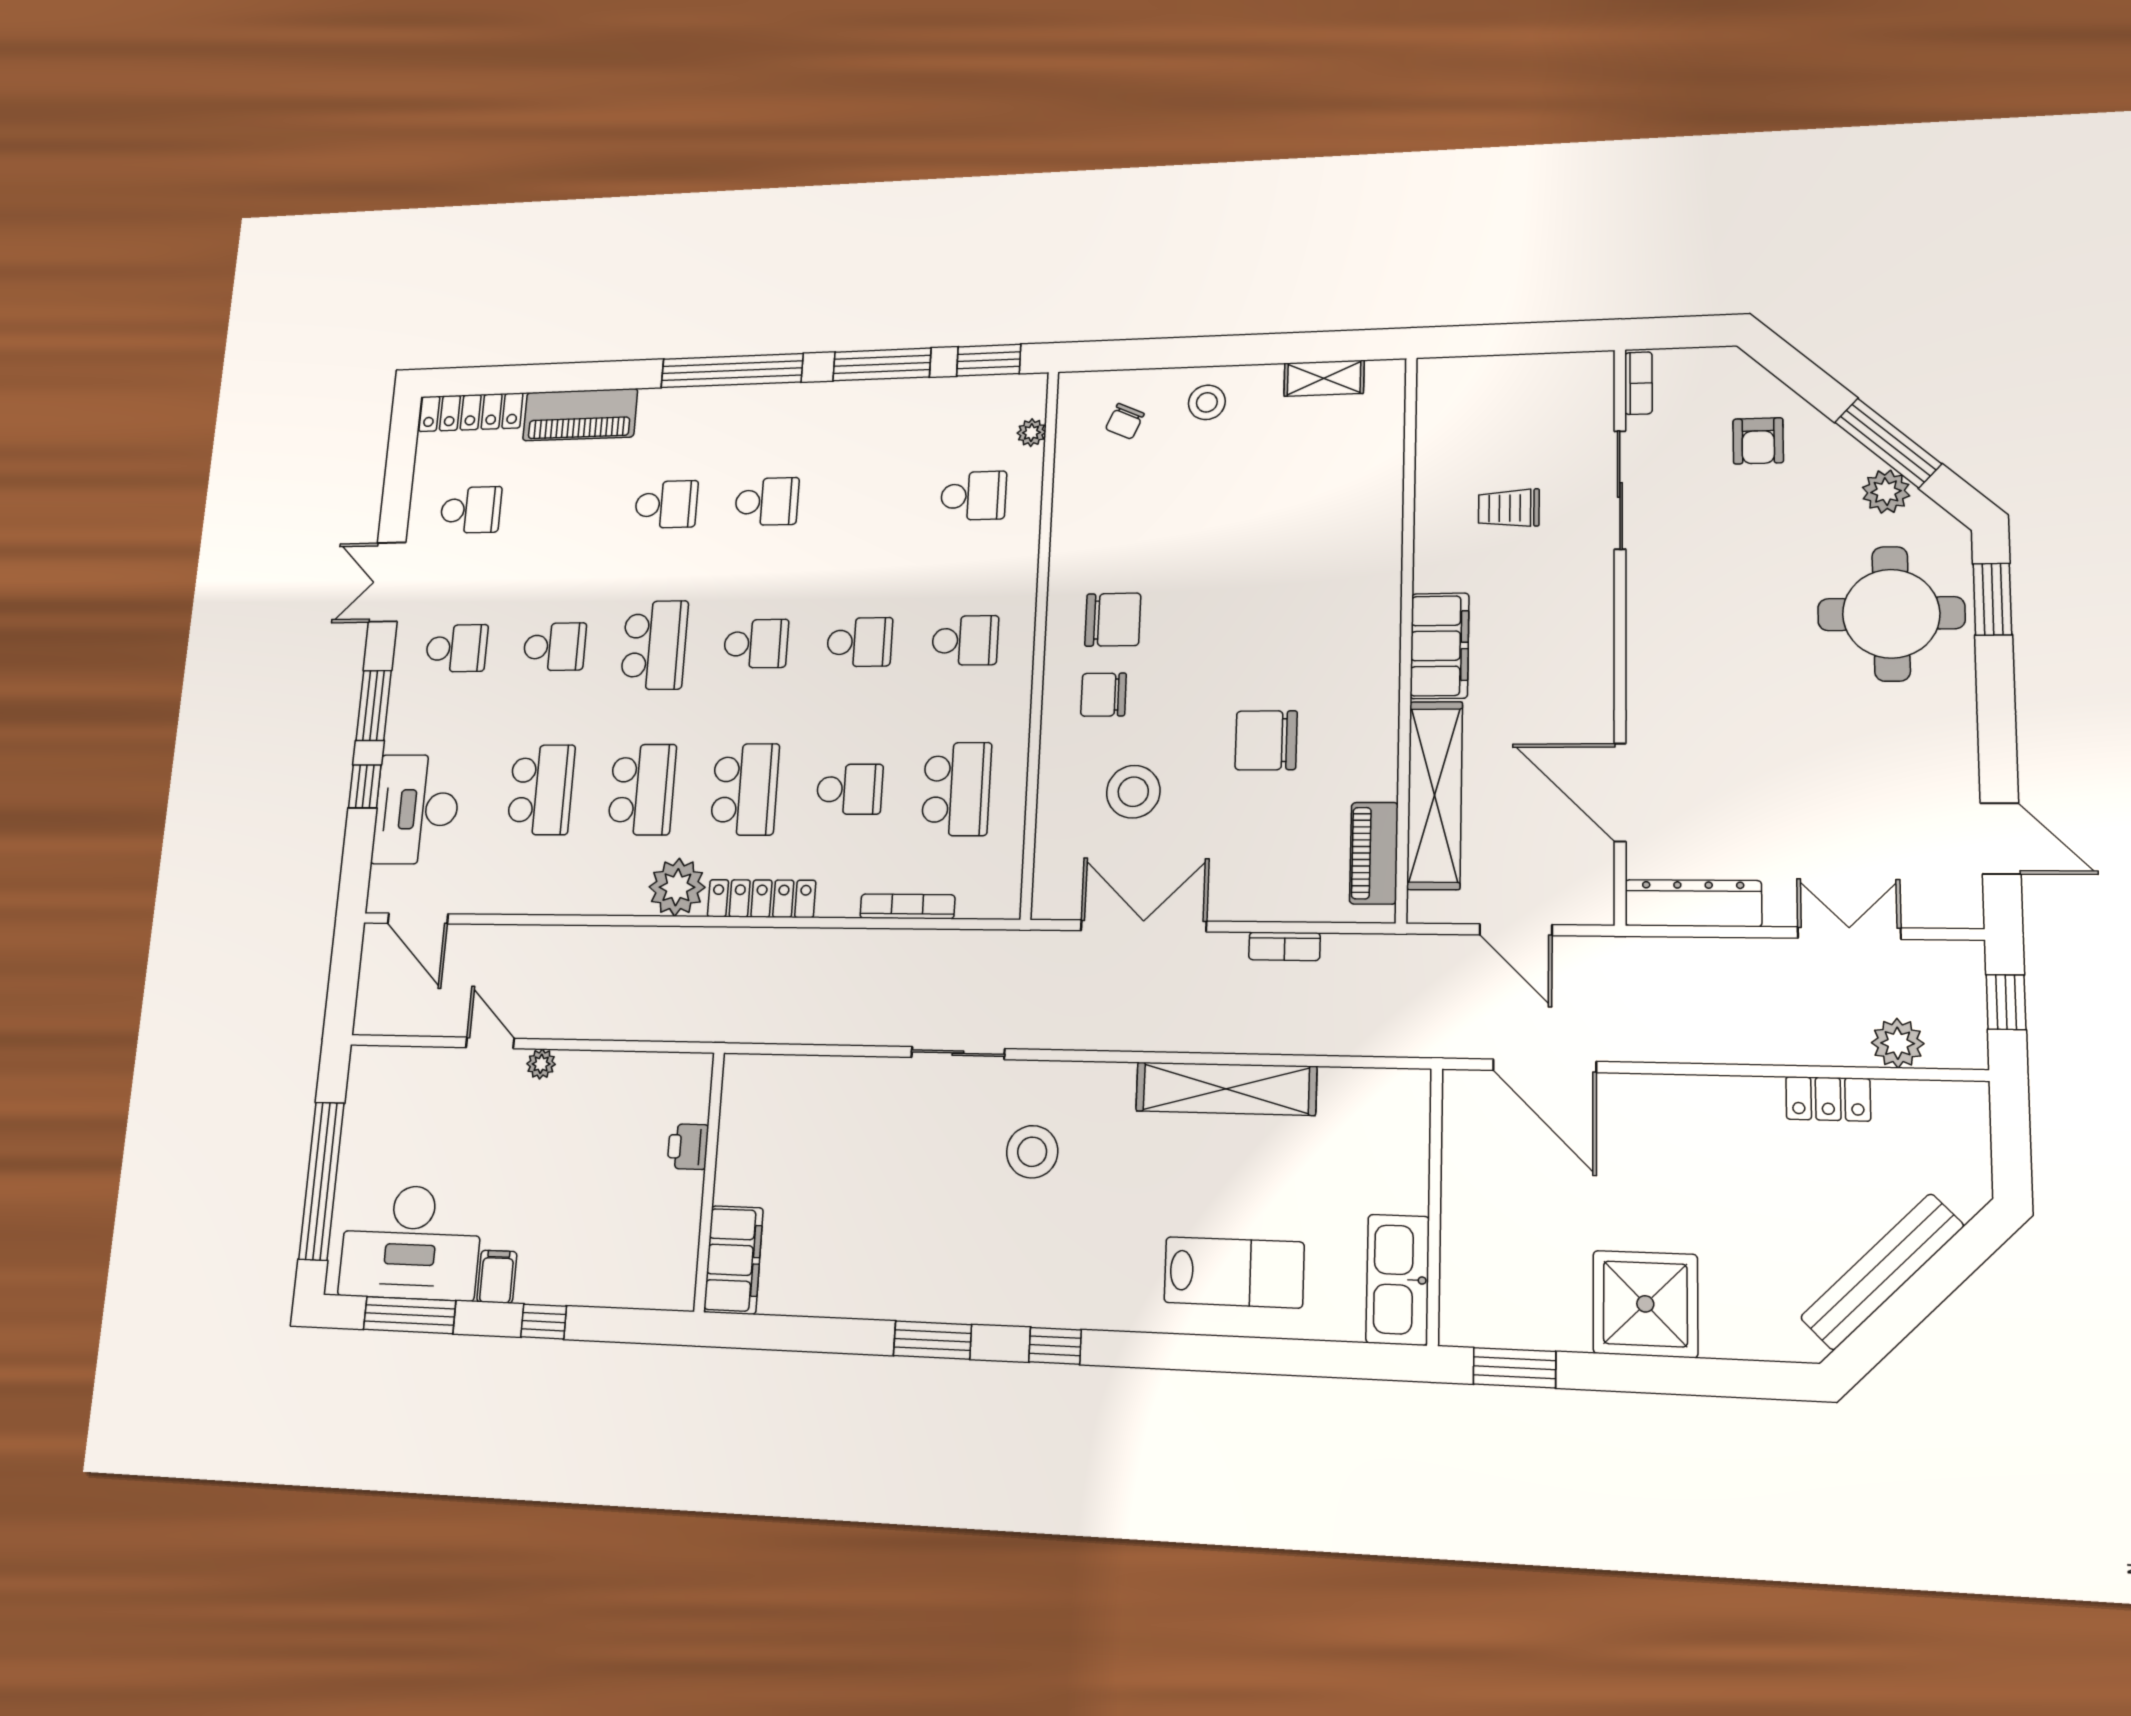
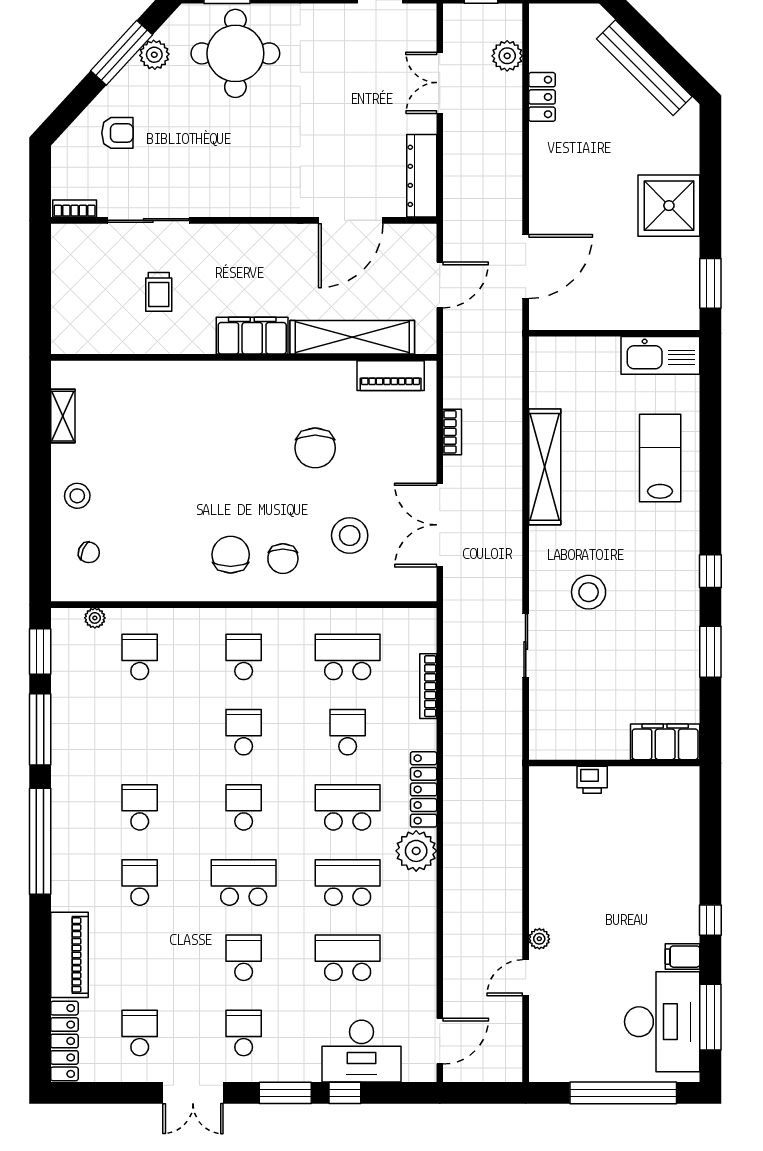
printer: (688, 1147) -> (592, 780), moved
wall: (709, 1181) -> (614, 763), moved
filing cabinet: (734, 1260) -> (665, 742), moved

